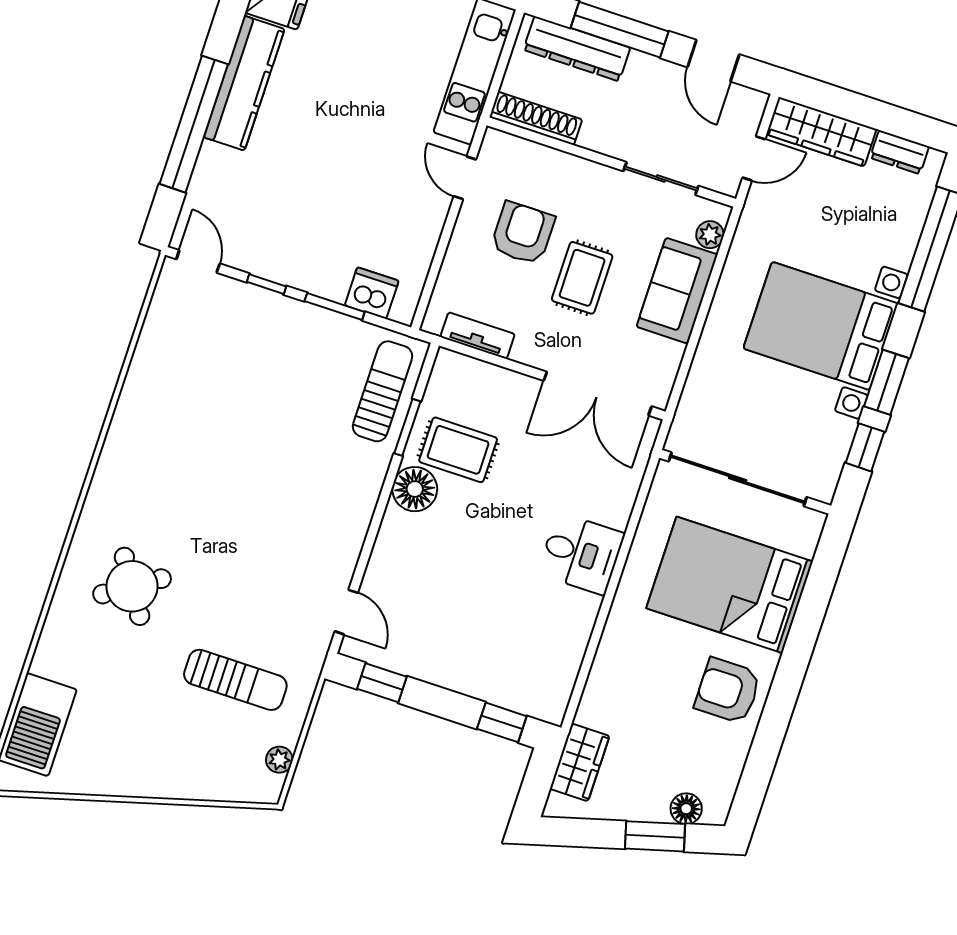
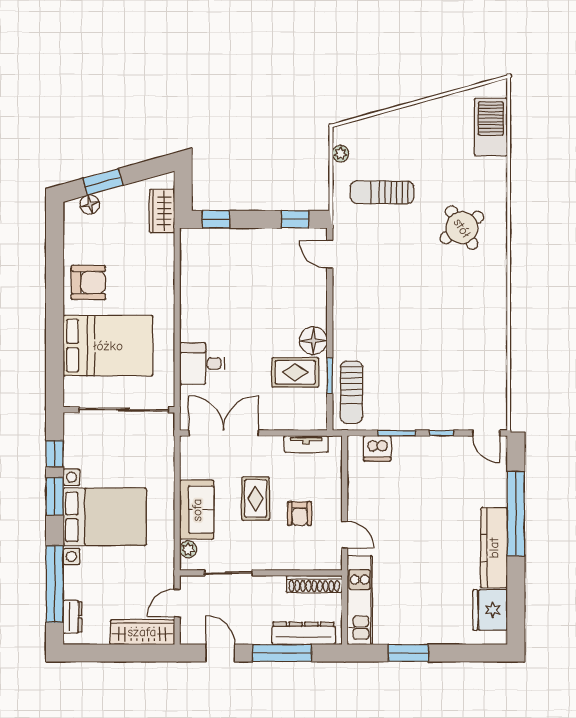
dresser: (900, 152) -> (72, 617), moved, turned 90
armchair: (523, 233) -> (299, 513), width x0.72, depth x0.72
desk: (581, 554) -> (202, 363), moved

